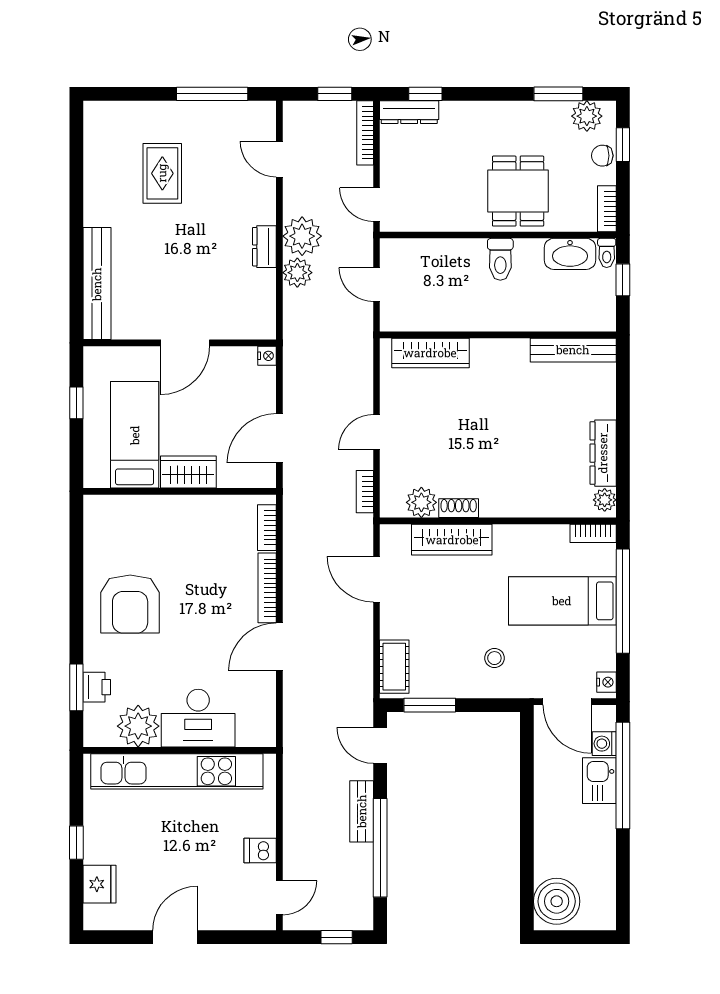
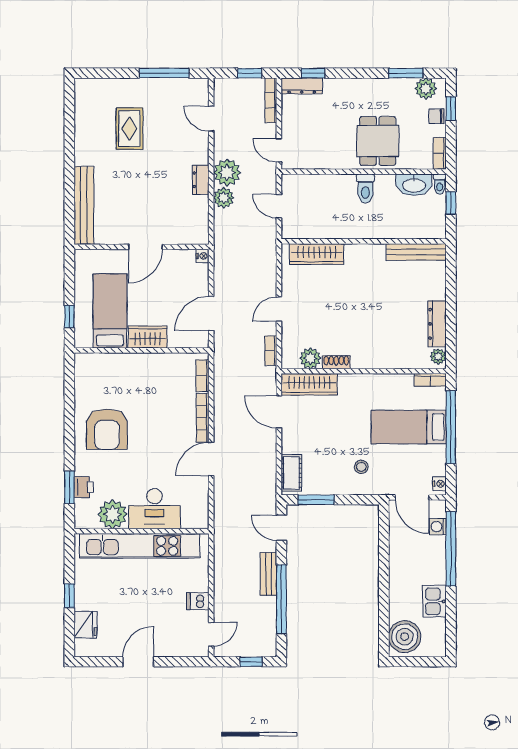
window: (76, 403) -> (69, 317), moved
wardrobe: (452, 540) -> (309, 384), moved
kitchen sink: (599, 781) -> (435, 601), moved

